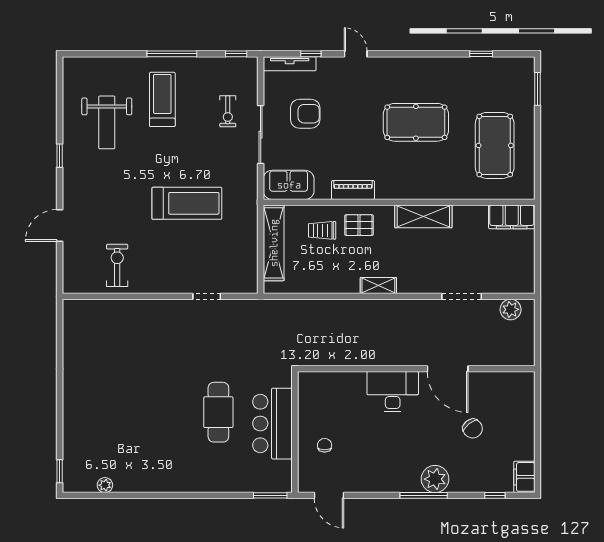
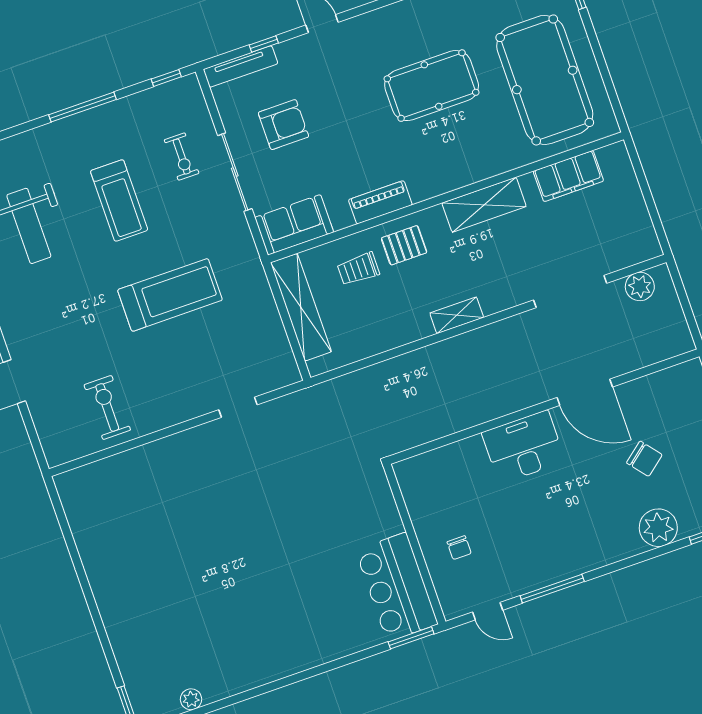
treadmill: (162, 99) -> (119, 201), moved, turned 180
pool table: (495, 145) -> (545, 80), width x1.36, depth x1.32
filing cabinet: (512, 217) -> (568, 176), moved
doorway: (462, 296) -> (570, 292), width x1.36
cafe table: (218, 412) -> (306, 553), removed
bar counter: (272, 424) -> (397, 587), moved
chair: (325, 445) -> (459, 548), turned 180
plant: (435, 479) -> (658, 528), moved
door: (329, 495) -> (488, 611), width x0.73
window: (424, 495) -> (552, 589), moved

